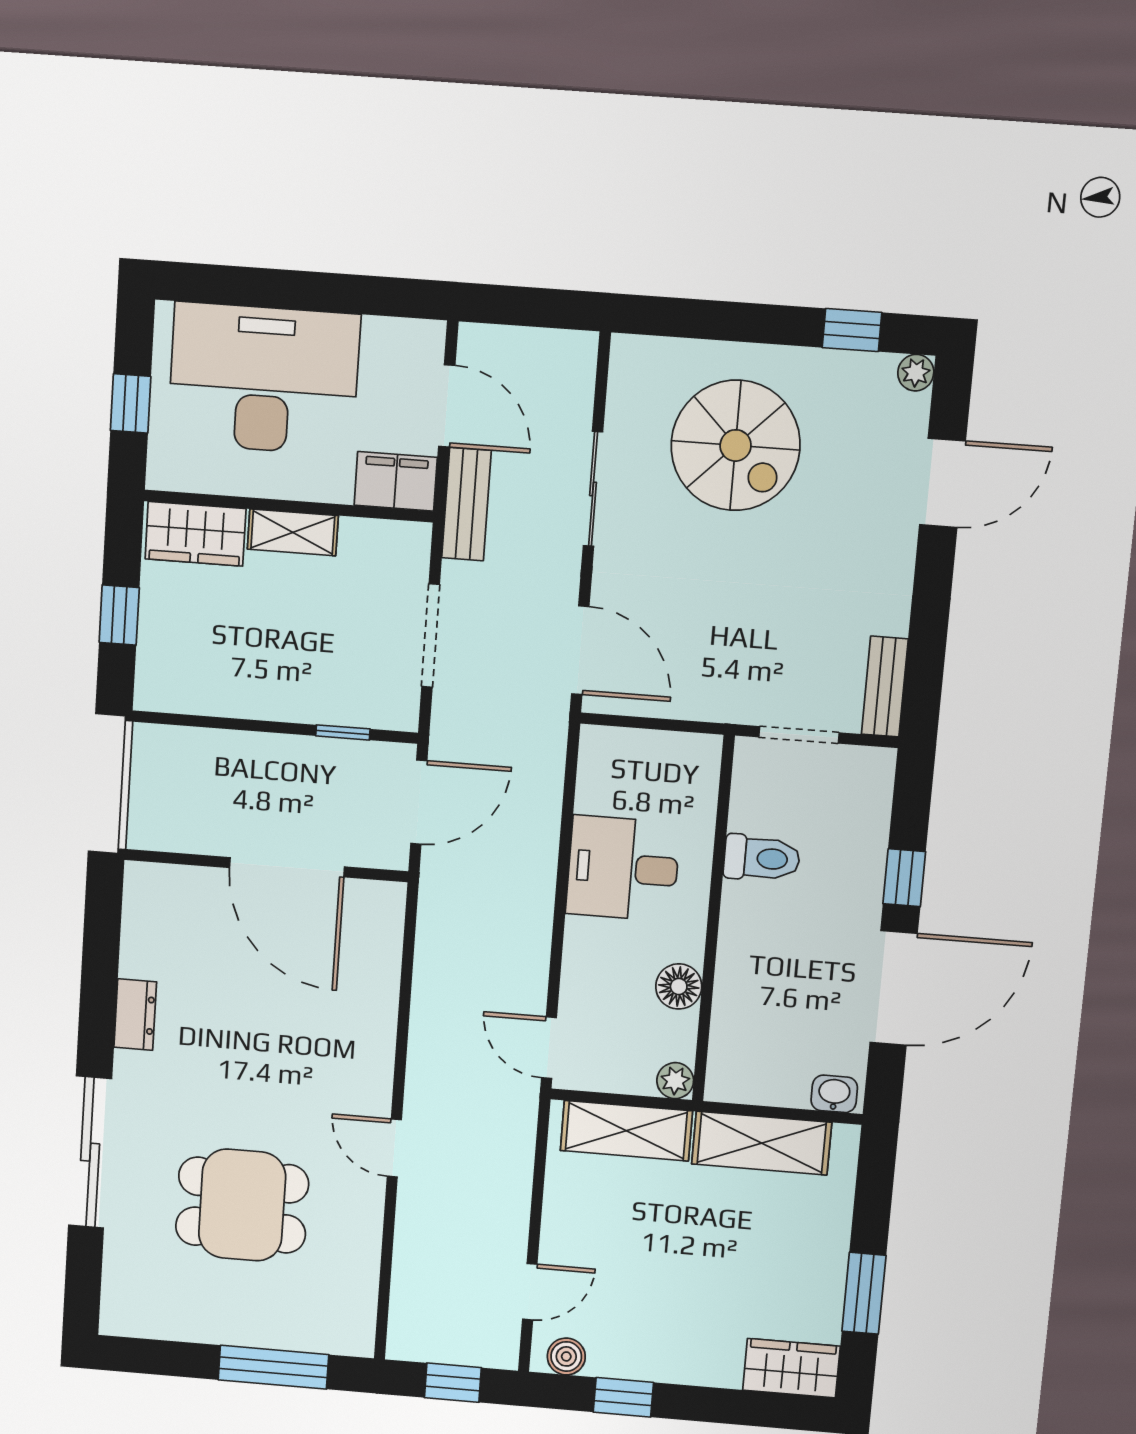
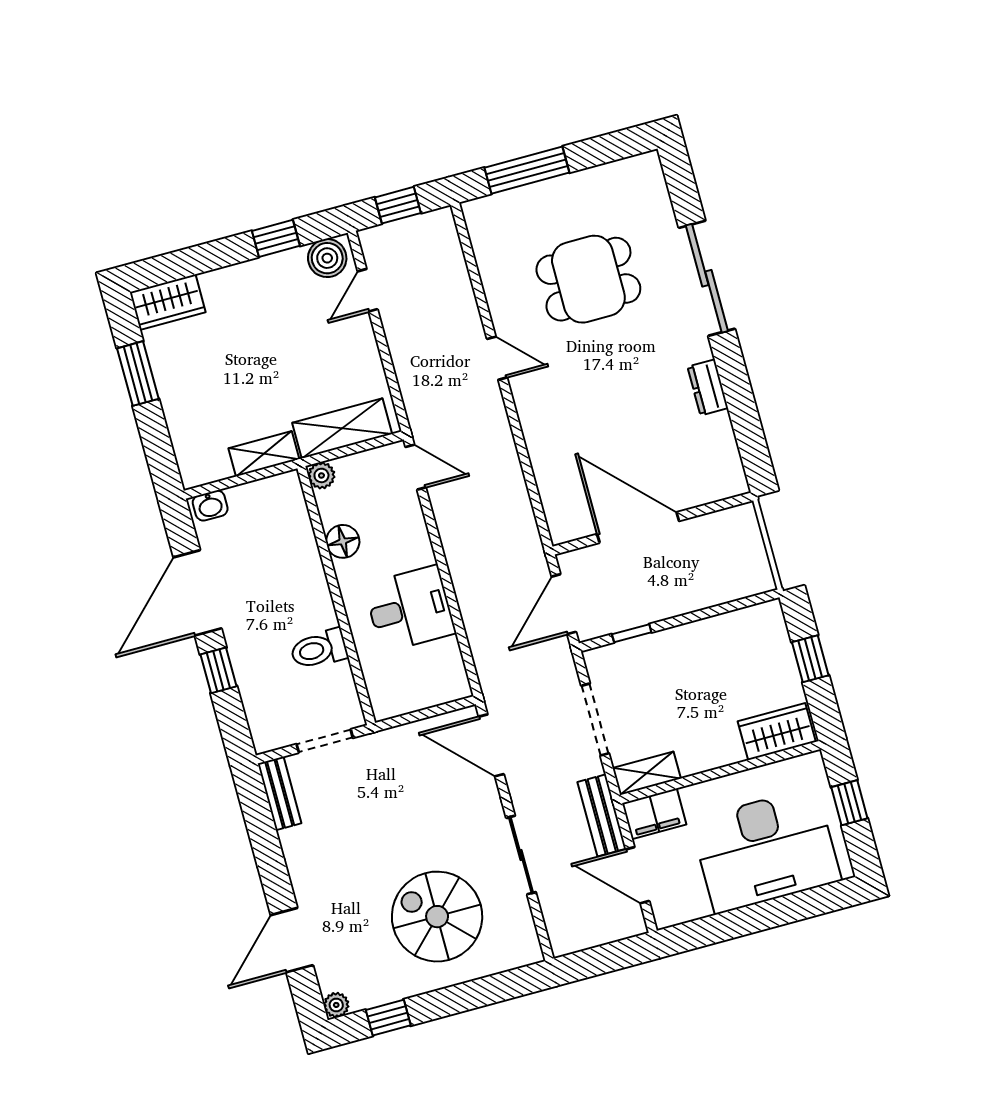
shelving: (293, 532) -> (647, 773), moved
shelving: (762, 1143) -> (264, 454), width x0.67, depth x0.75
boiler: (566, 1356) -> (327, 258), width x1.36, depth x1.36

